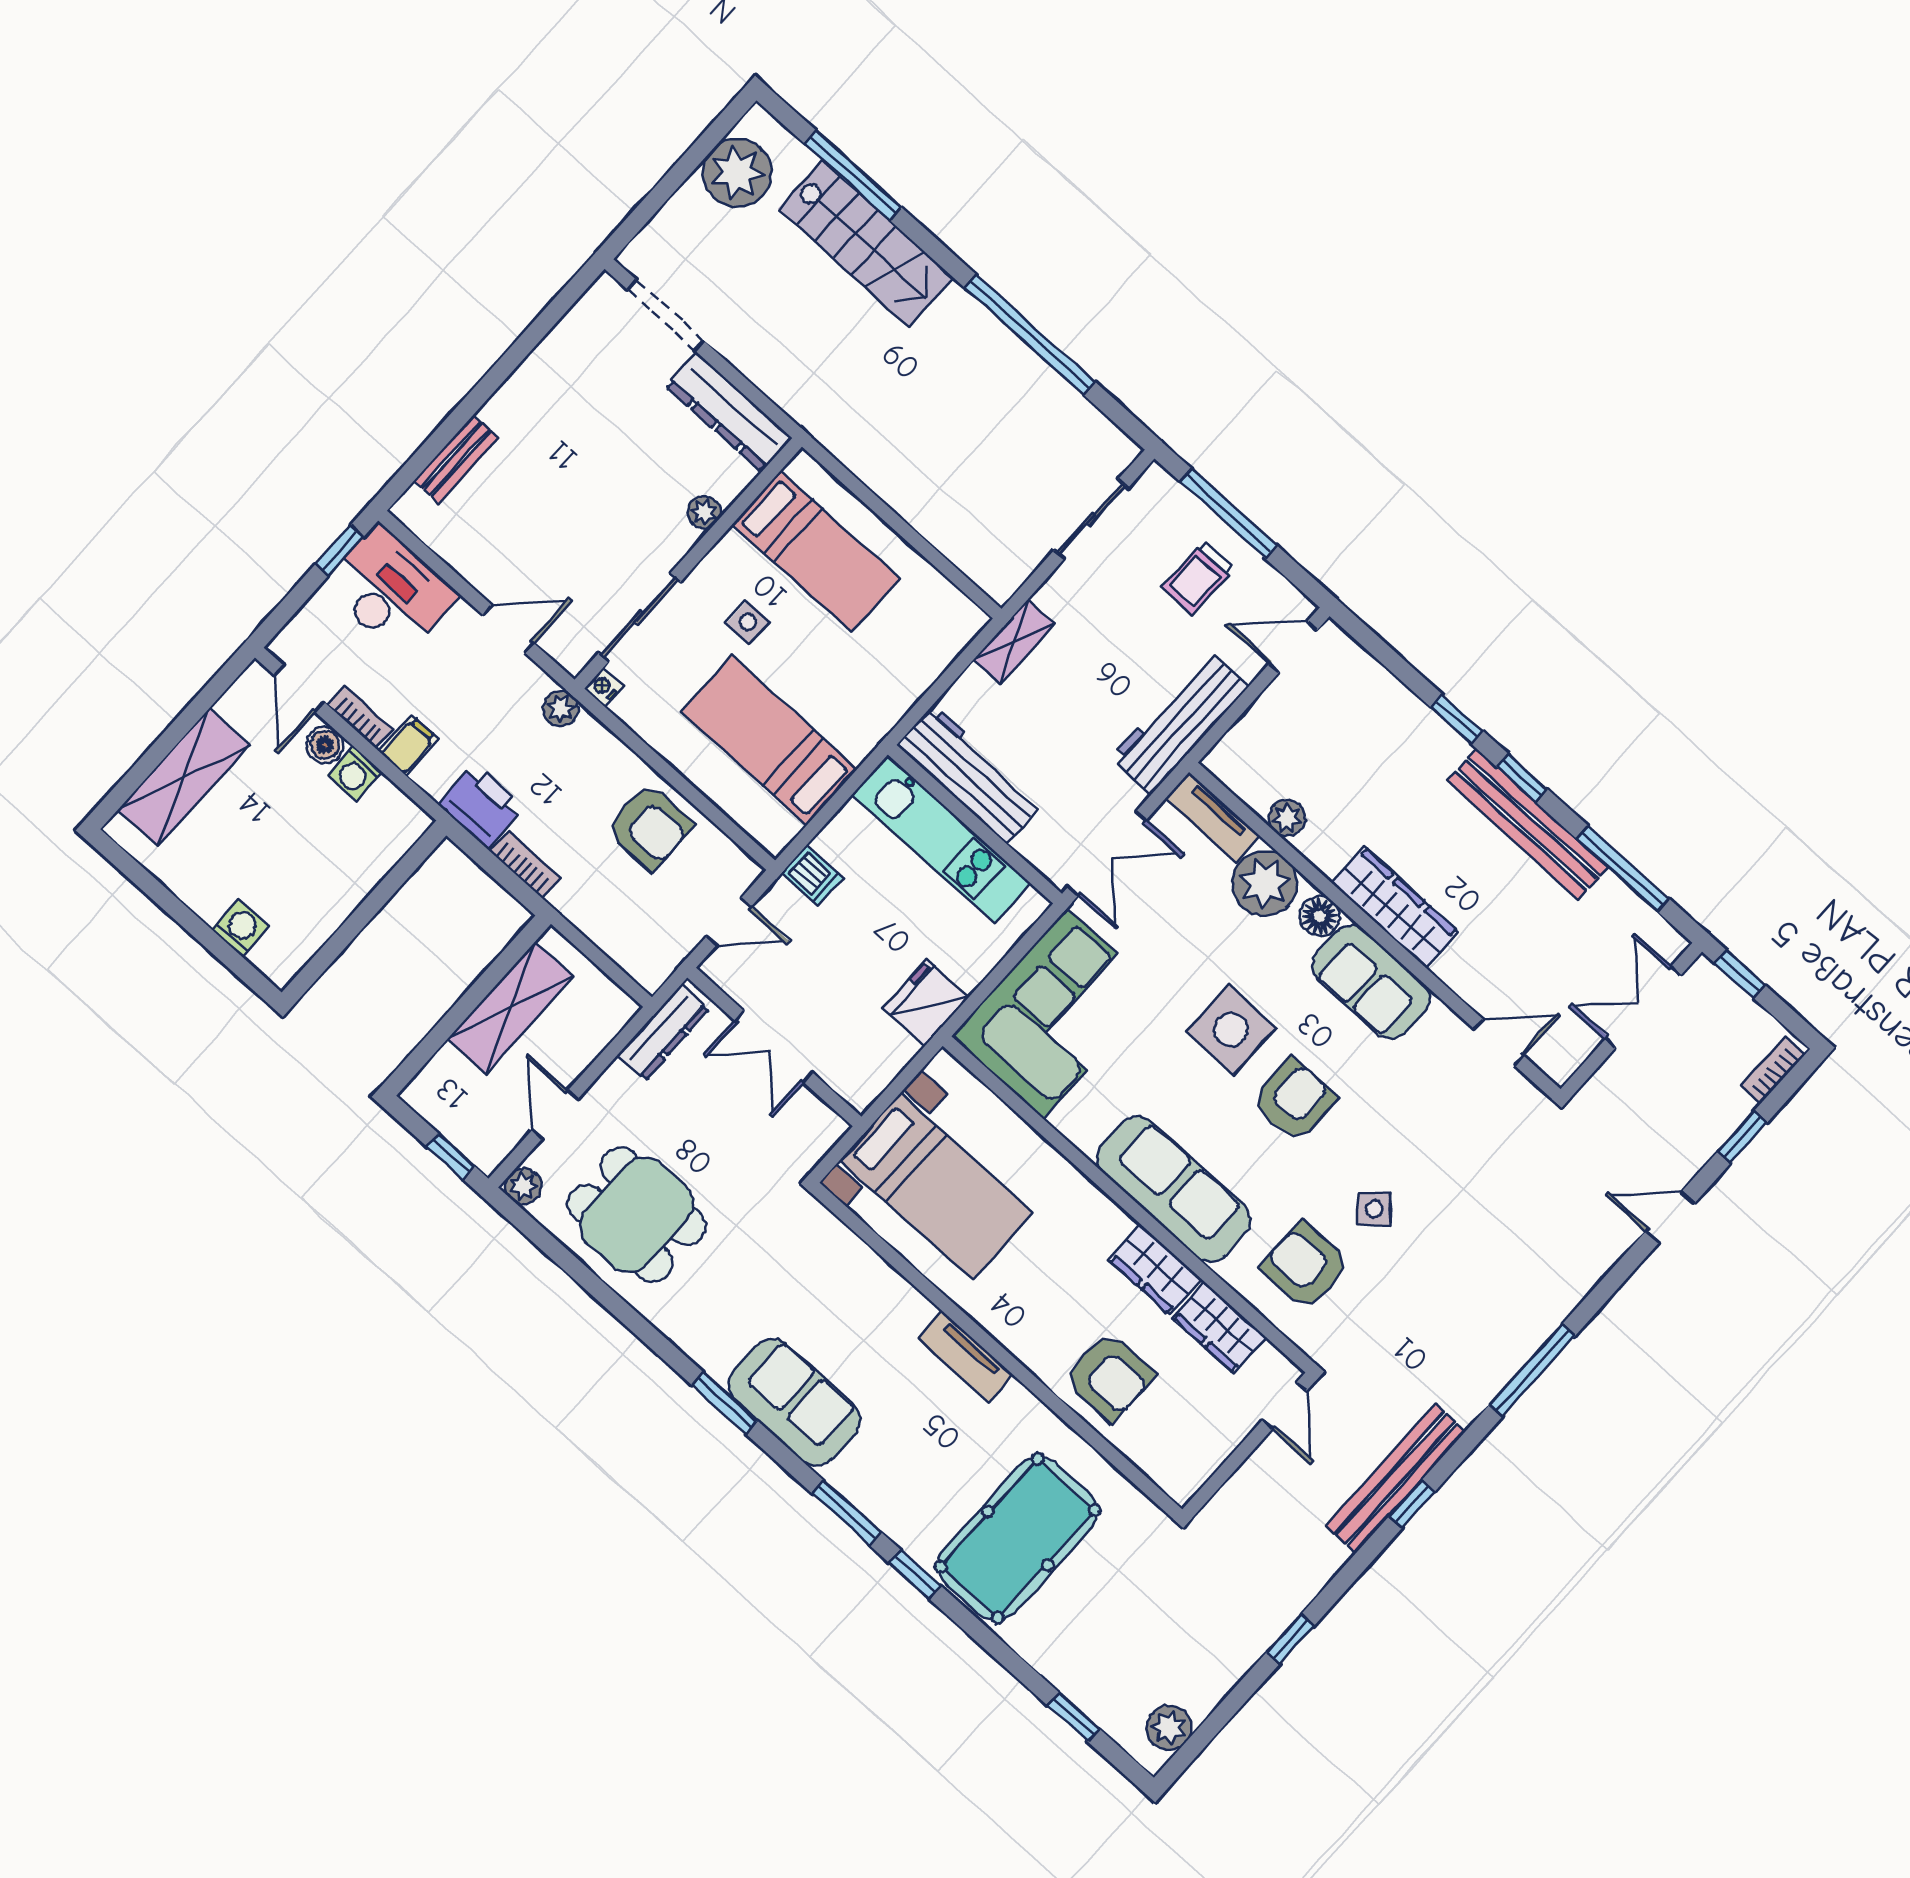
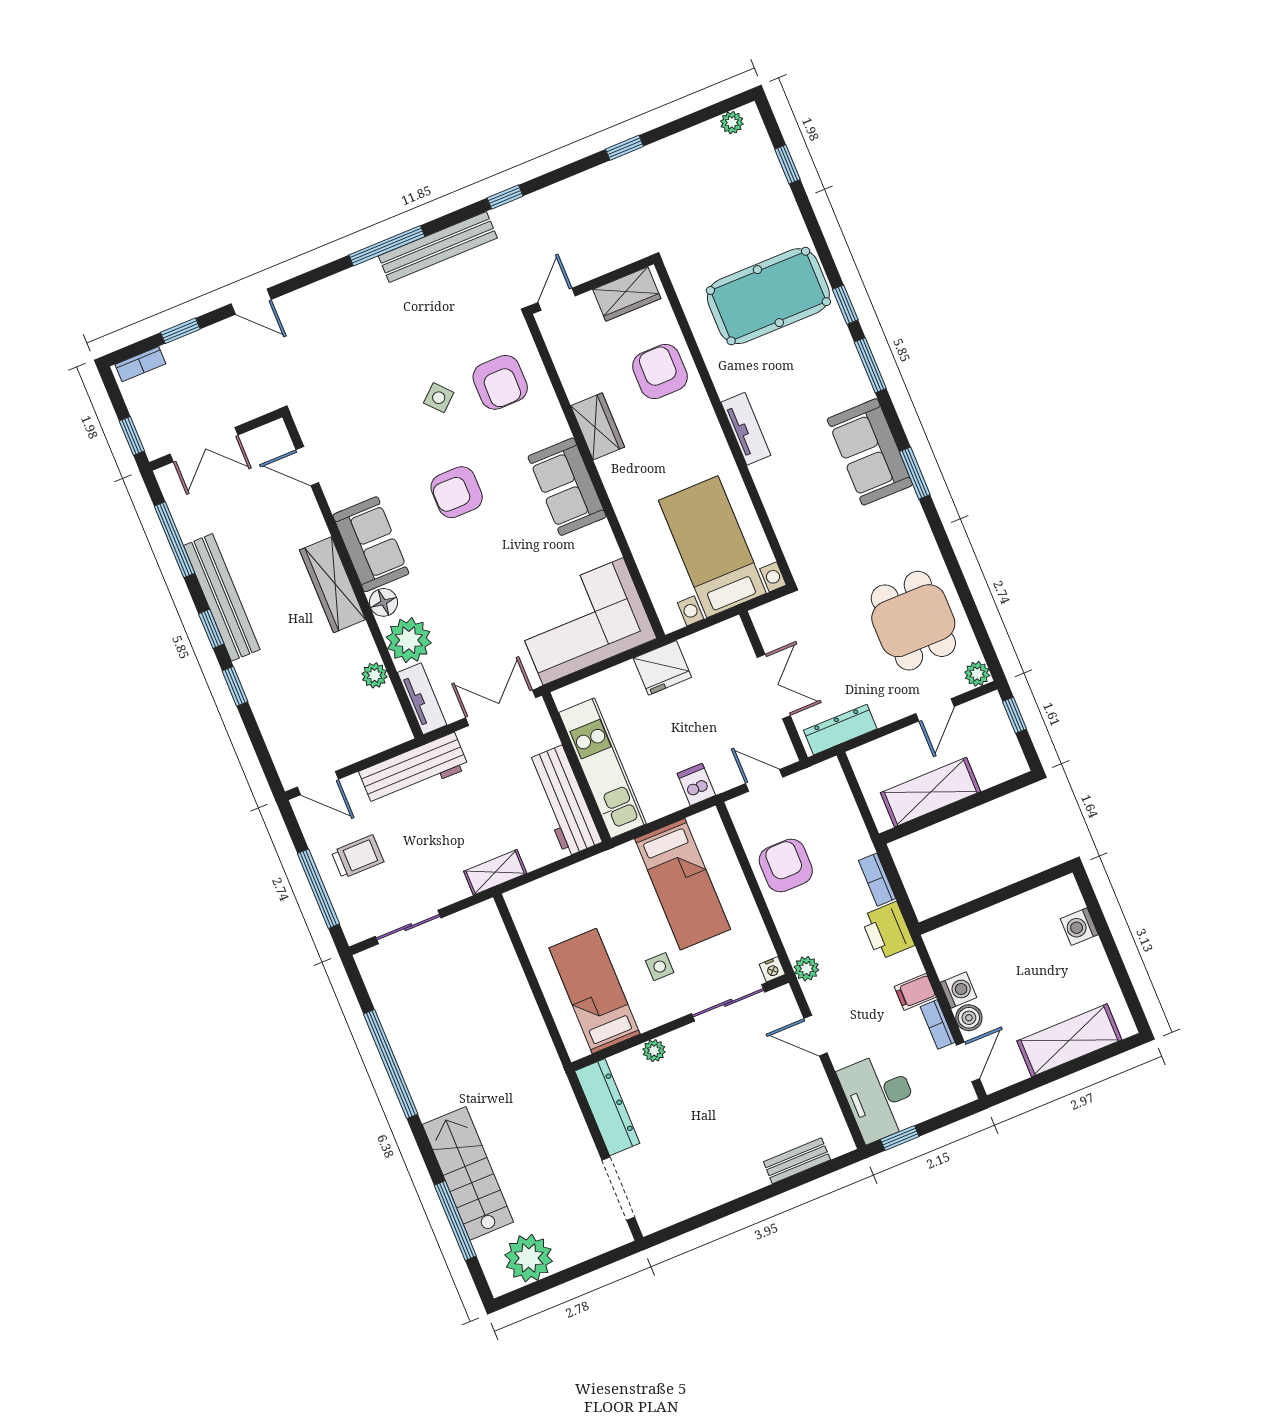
side table: (1231, 1030) -> (475, 557), removed
sofa: (1173, 1189) -> (567, 487), width x0.73
wardrobe: (1219, 1328) -> (627, 294), moved, turned 90
bench: (1396, 1479) -> (438, 247), moved
plant: (1169, 1728) -> (732, 123), width x0.73, depth x0.73

